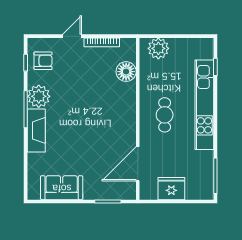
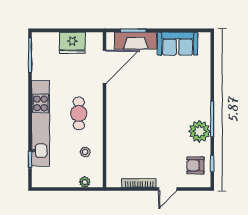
plant: (158, 48) -> (85, 182), width x0.53, depth x0.53
floor lamp: (126, 72) -> (116, 155), removed
stool: (158, 75) -> (85, 152), added
fireplace: (36, 130) -> (136, 41), moved, turned -90

